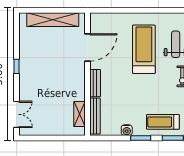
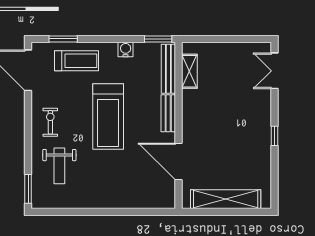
door: (88, 47) -> (178, 161), hinge flipped
treadmill: (144, 49) -> (108, 117), moved
window: (141, 138) -> (158, 39), moved

